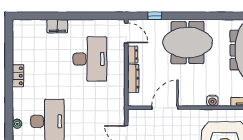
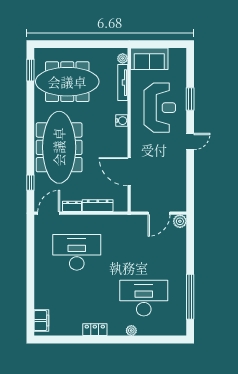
filing cabinet: (57, 26) -> (41, 321), moved
meeting table: (188, 43) -> (59, 147), width x1.36
plant: (17, 124) -> (131, 331), moved

